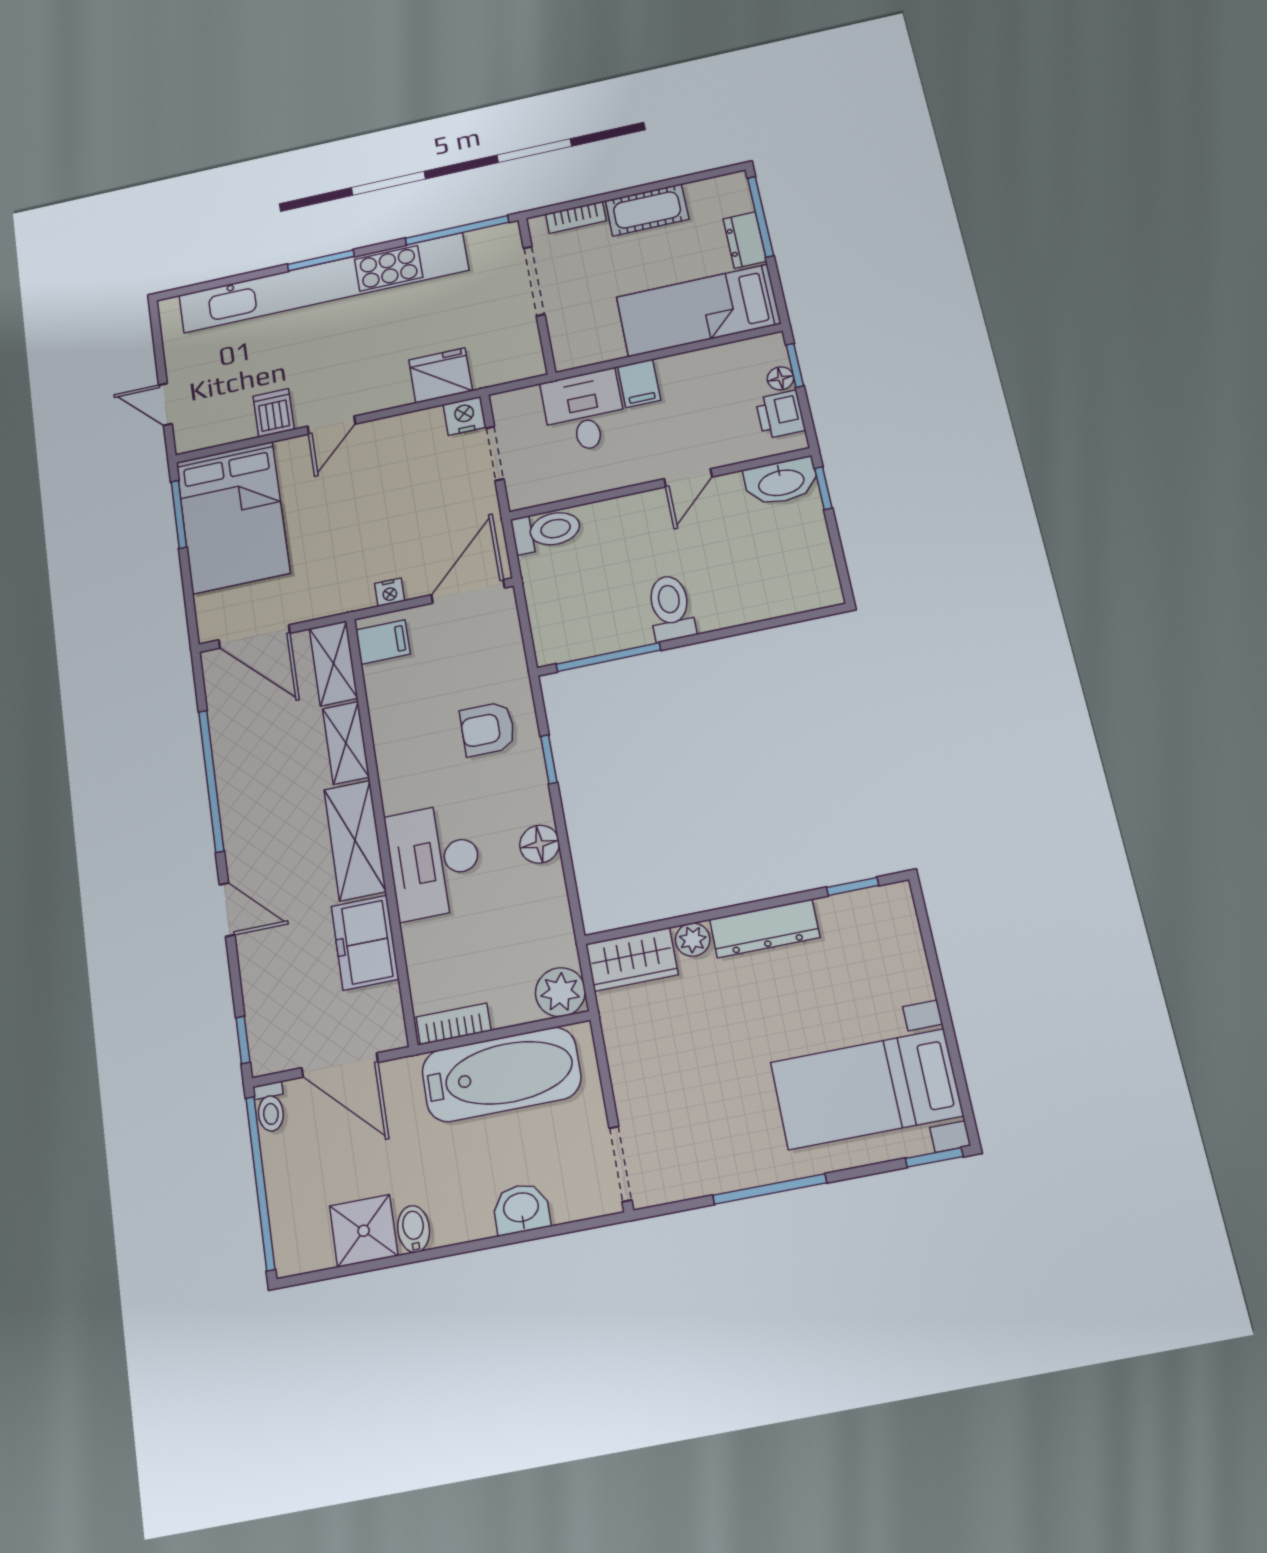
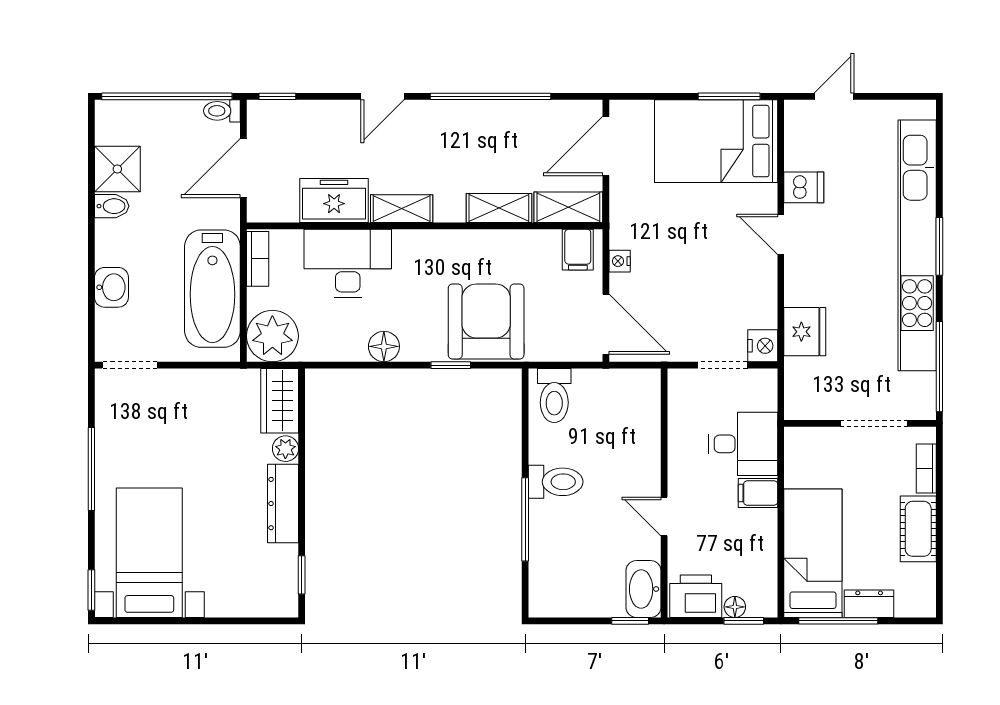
window: (761, 217) -> (838, 621), moved
printer: (780, 414) -> (696, 596), width x1.36, depth x1.24
toilet: (546, 531) -> (554, 396), moved
window: (608, 657) -> (525, 519), moved
armchair: (488, 729) -> (486, 322), width x1.88, depth x1.88
shelving: (355, 840) -> (402, 209), width x0.67, depth x0.75
desk: (434, 861) -> (348, 263), moved
plant: (560, 992) -> (272, 336), width x1.36, depth x1.36

